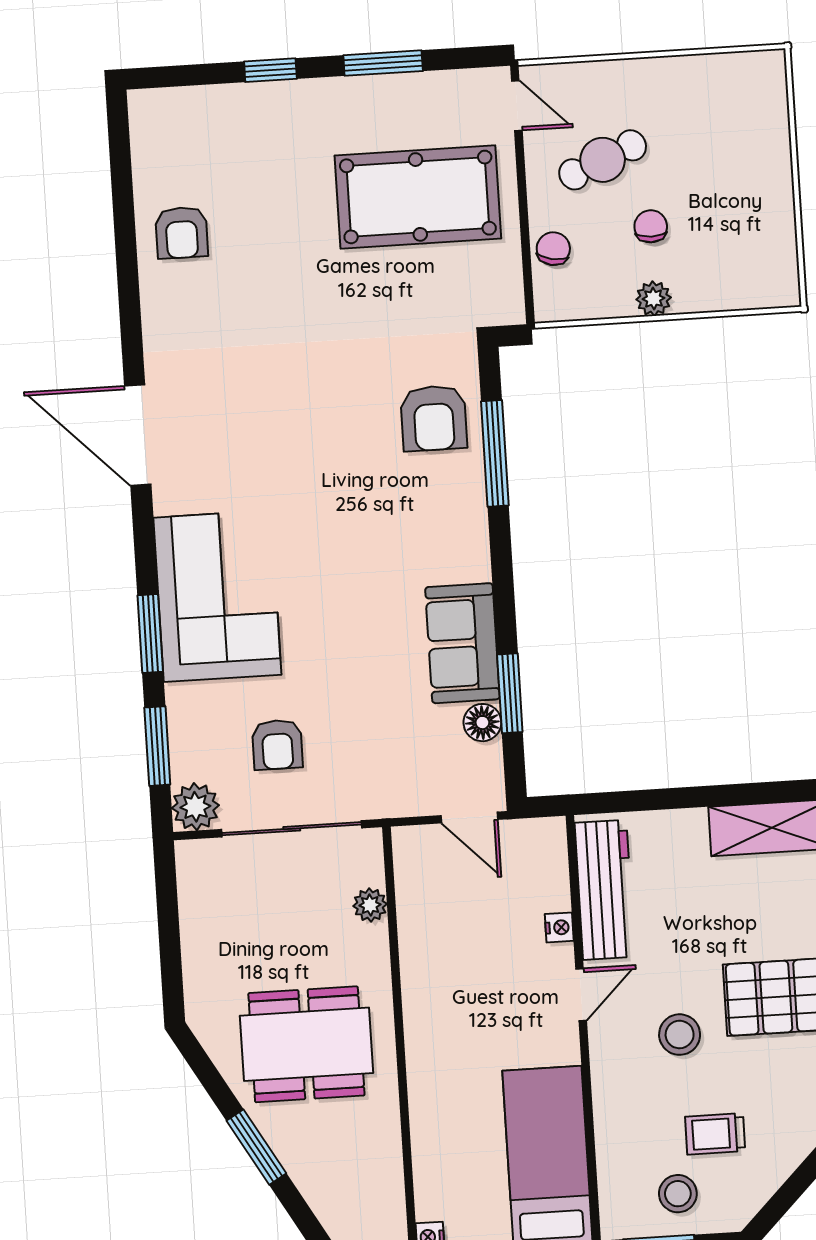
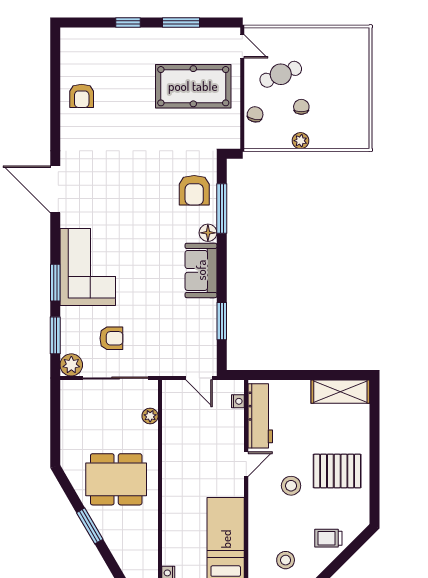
sofa: (462, 643) -> (201, 270), moved
floor lamp: (482, 723) -> (208, 233), moved
armchair: (277, 745) -> (111, 338), turned -90
nightstand: (559, 927) -> (238, 401), moved
trolley: (715, 1134) -> (328, 538), moved

